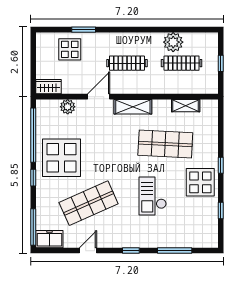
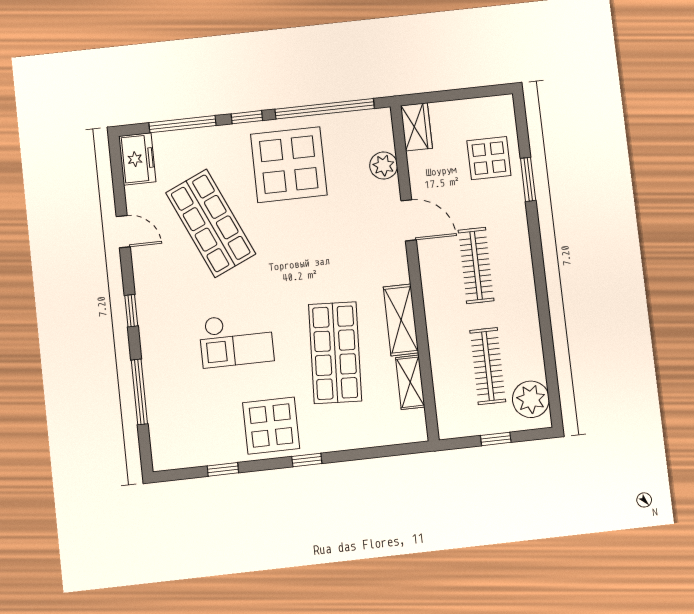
plant: (173, 42) -> (531, 399), moved
shelving: (133, 107) -> (401, 320), moved
checkout: (153, 196) -> (236, 340), turned 180
window: (33, 227) -> (182, 124), moved

